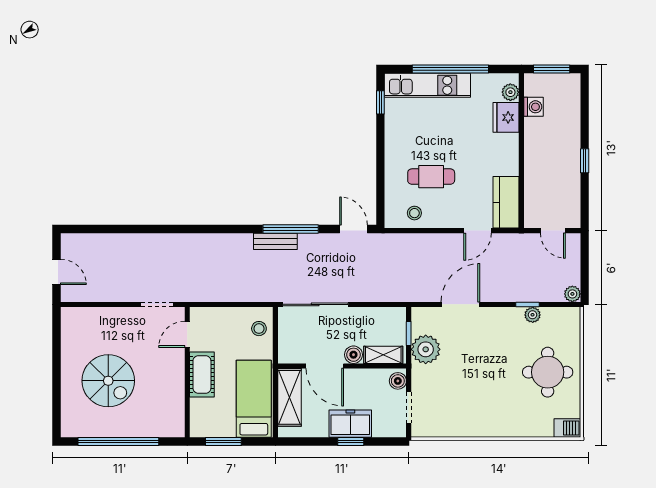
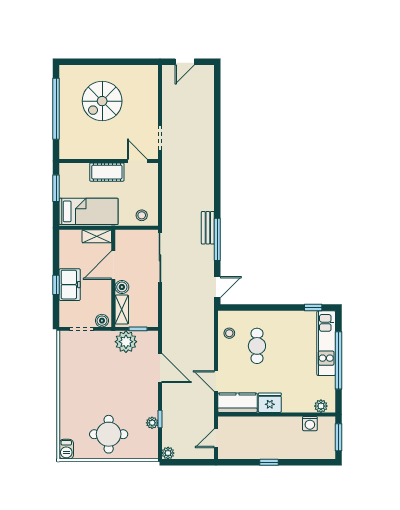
fridge: (506, 117) -> (270, 403), moved
shelving: (289, 397) -> (97, 236), width x0.67, depth x0.75

